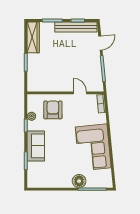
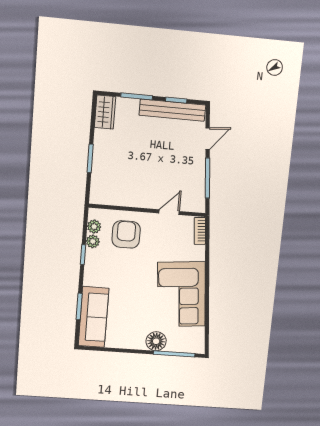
wardrobe: (33, 37) -> (105, 112), width x0.67
door: (80, 93) -> (169, 212), hinge flipped
plant: (32, 106) -> (94, 227), added
sofa: (36, 146) -> (93, 317), moved, width x1.36

